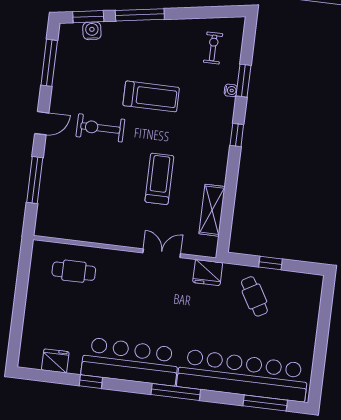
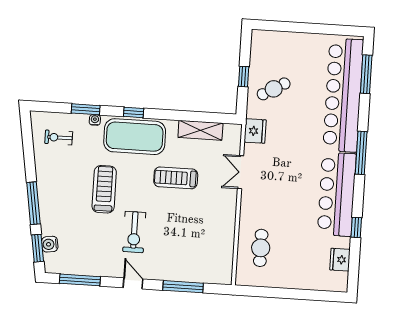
exercise mat: (209, 135) -> (135, 137), added

